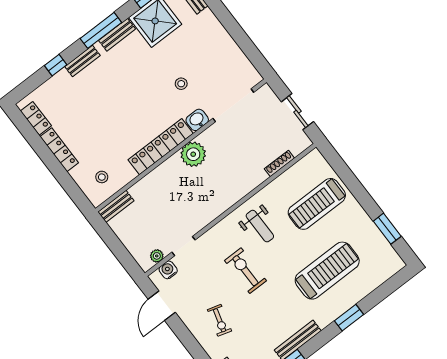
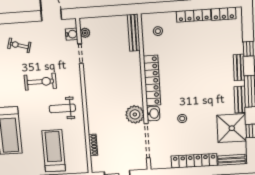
locker: (221, 37) -> (194, 161), added
plant: (193, 154) -> (135, 114), moved
bench: (116, 206) -> (134, 33), width x1.36

